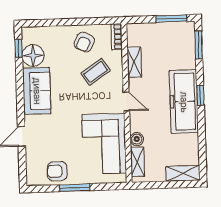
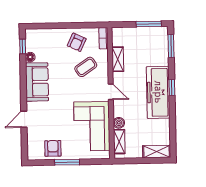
floor lamp: (33, 55) -> (30, 57), width x0.53, depth x0.53
armchair: (57, 171) -> (53, 148), turned 90

